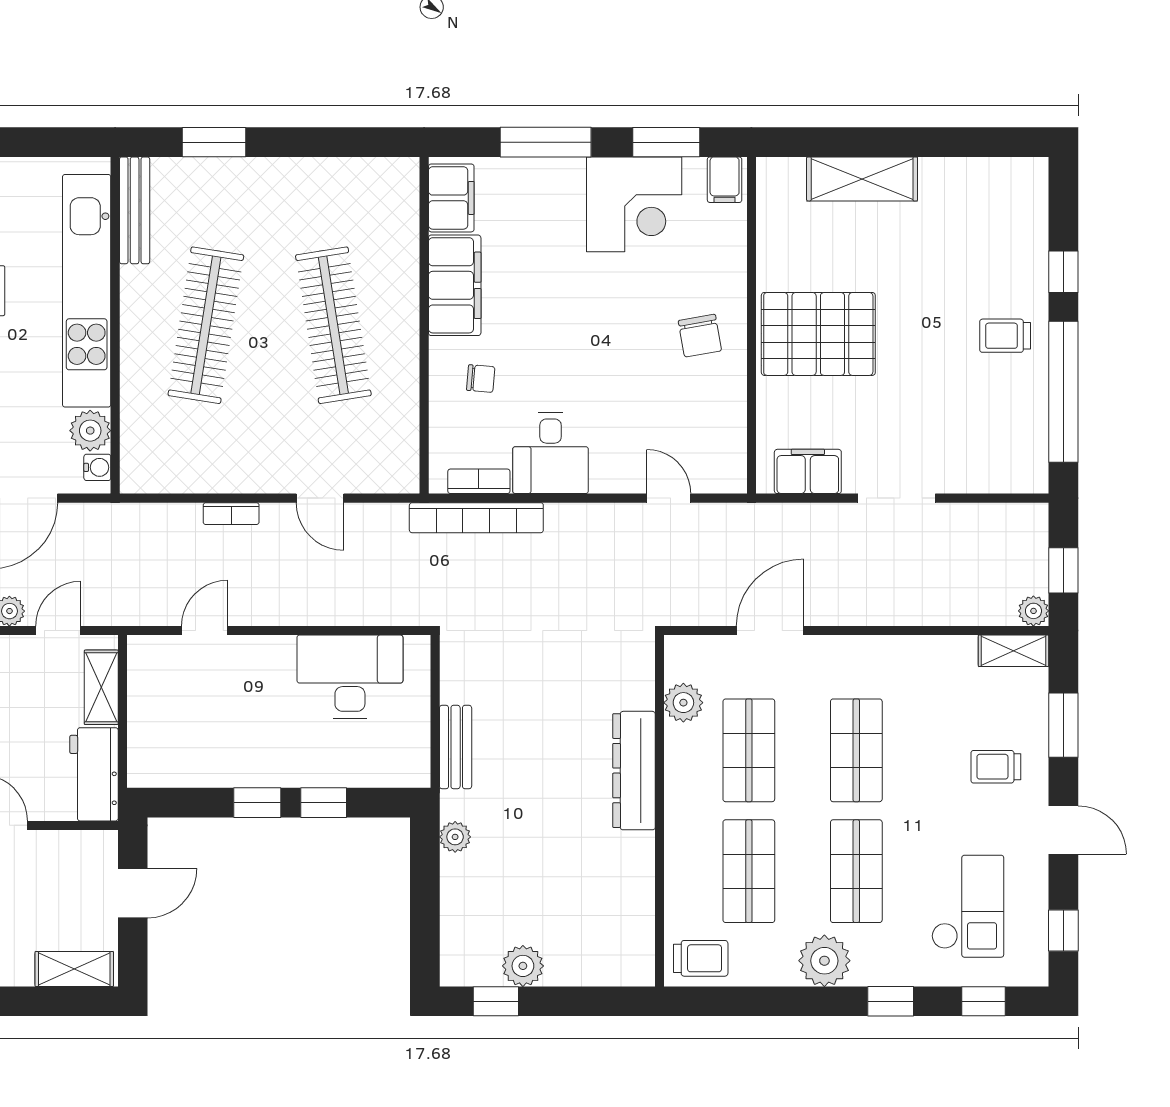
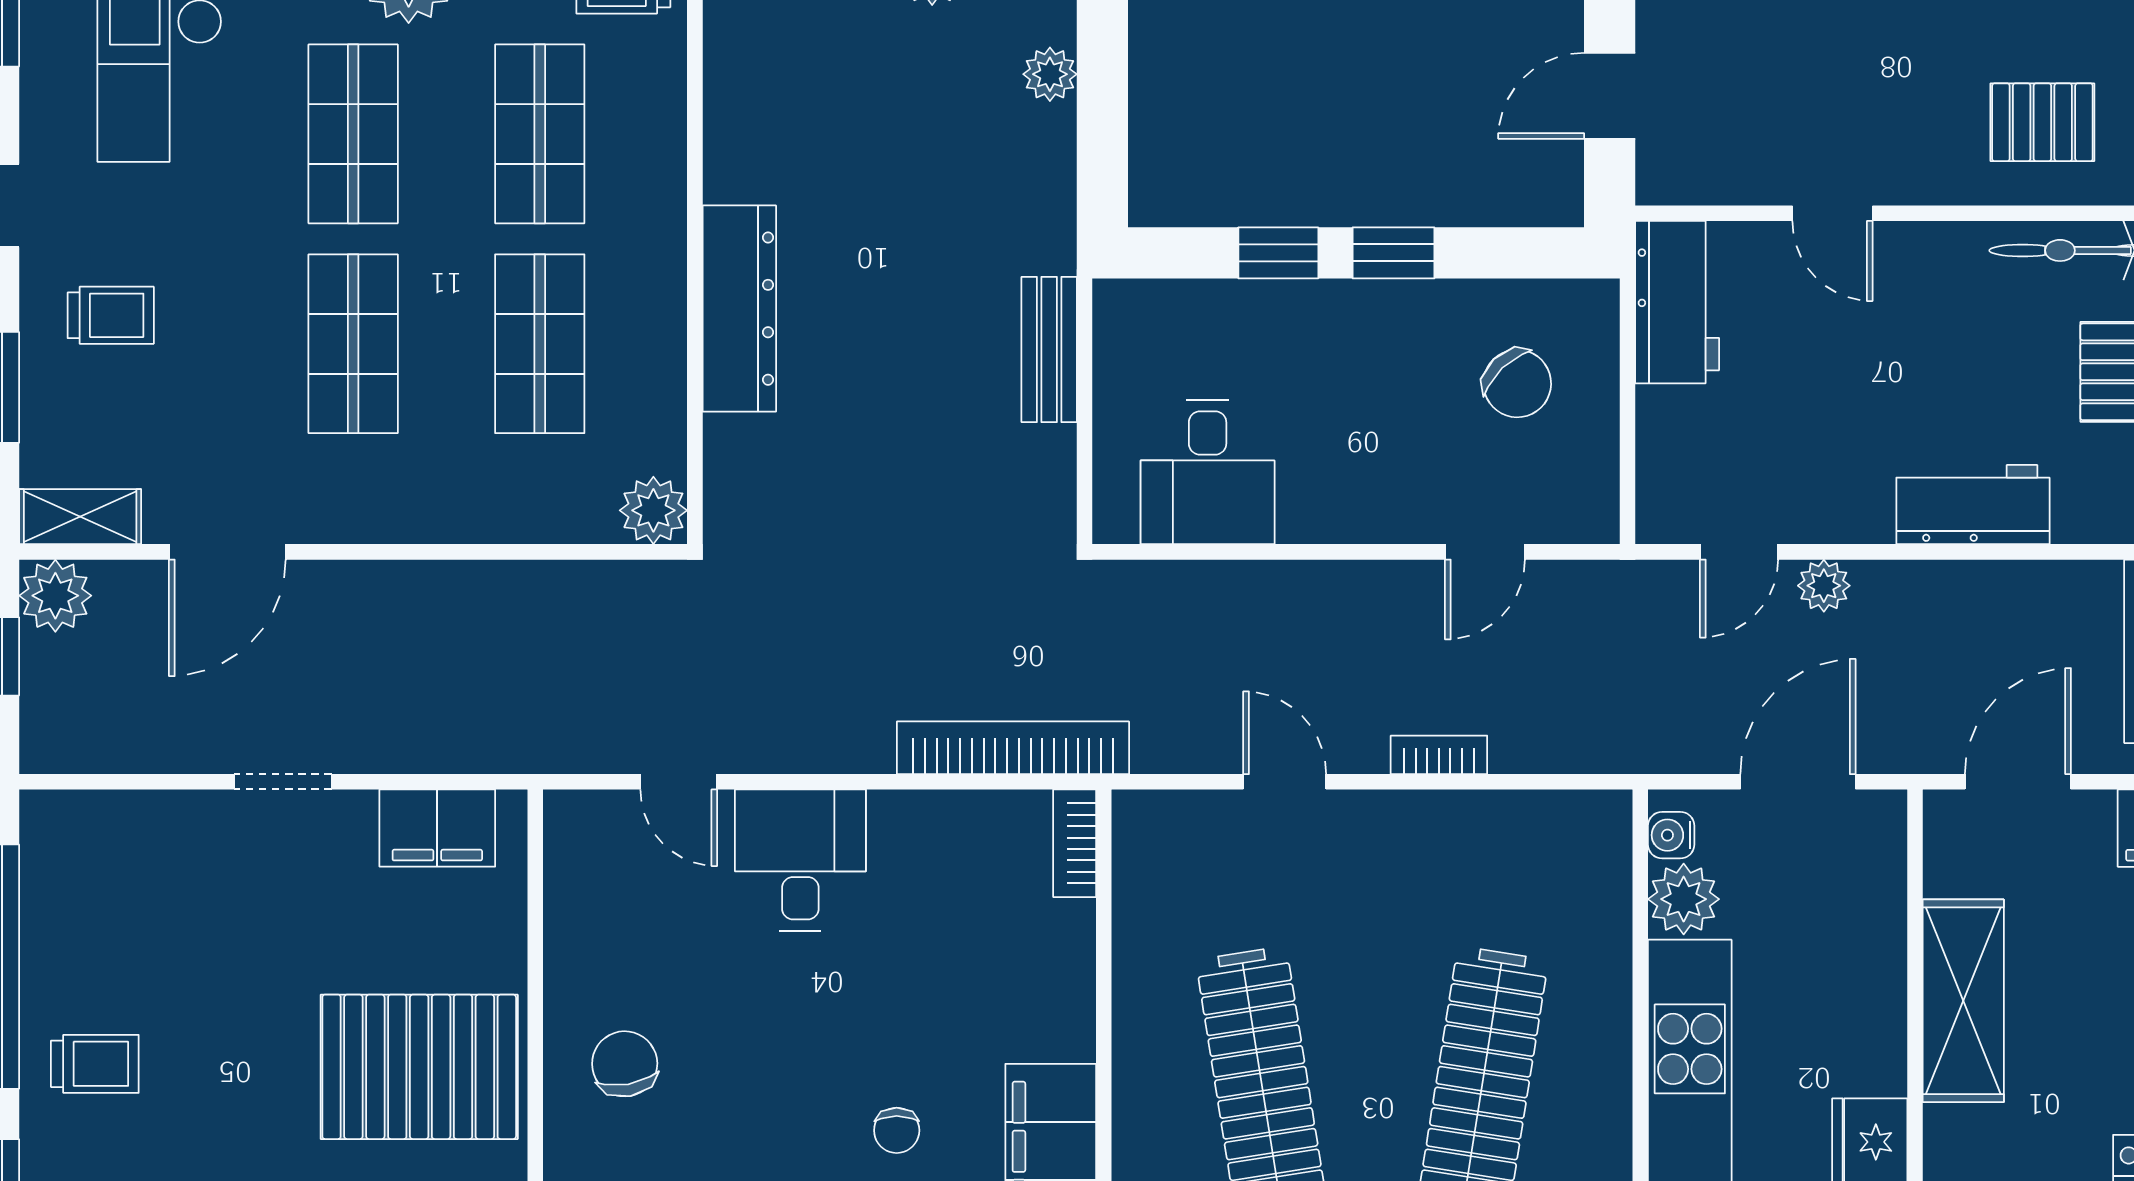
chair: (481, 379) -> (897, 1130), moved, turned -95
desk: (551, 453) -> (800, 860), moved
bookcase: (479, 481) -> (1075, 843), moved, turned 90
doorway: (897, 498) -> (283, 782), width x0.73
plant: (1033, 611) -> (55, 596), width x1.38, depth x1.38
door: (770, 631) -> (227, 552), moved
desk: (350, 677) -> (1208, 472), width x0.73
shelving: (101, 687) -> (1664, 453), removed
plant: (683, 703) -> (653, 510), moved
chair: (186, 727) -> (1517, 383), added
plant: (455, 837) -> (1050, 74), moved

